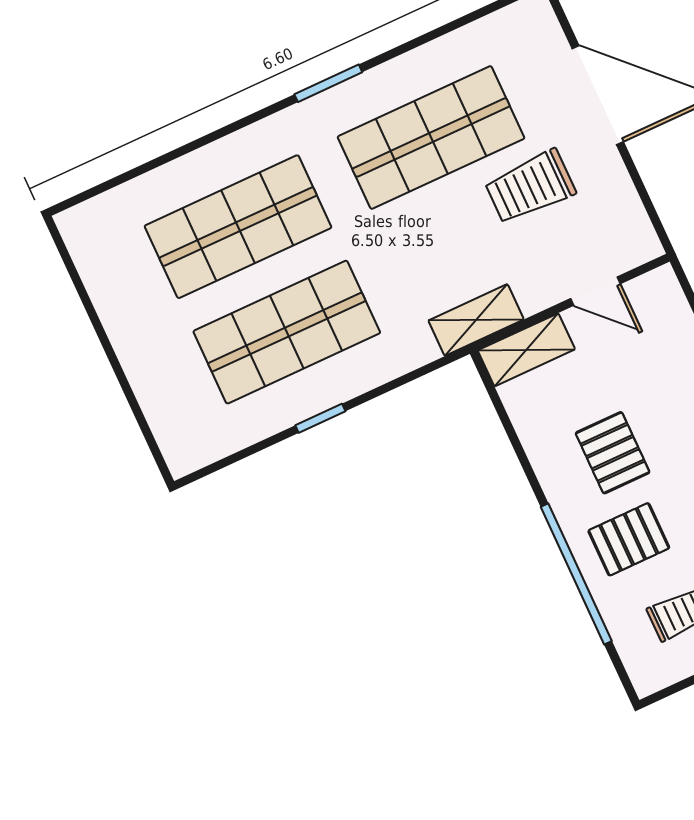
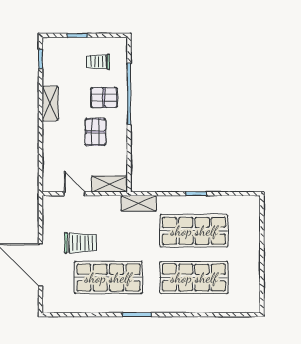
shelving: (476, 320) -> (139, 203), moved

